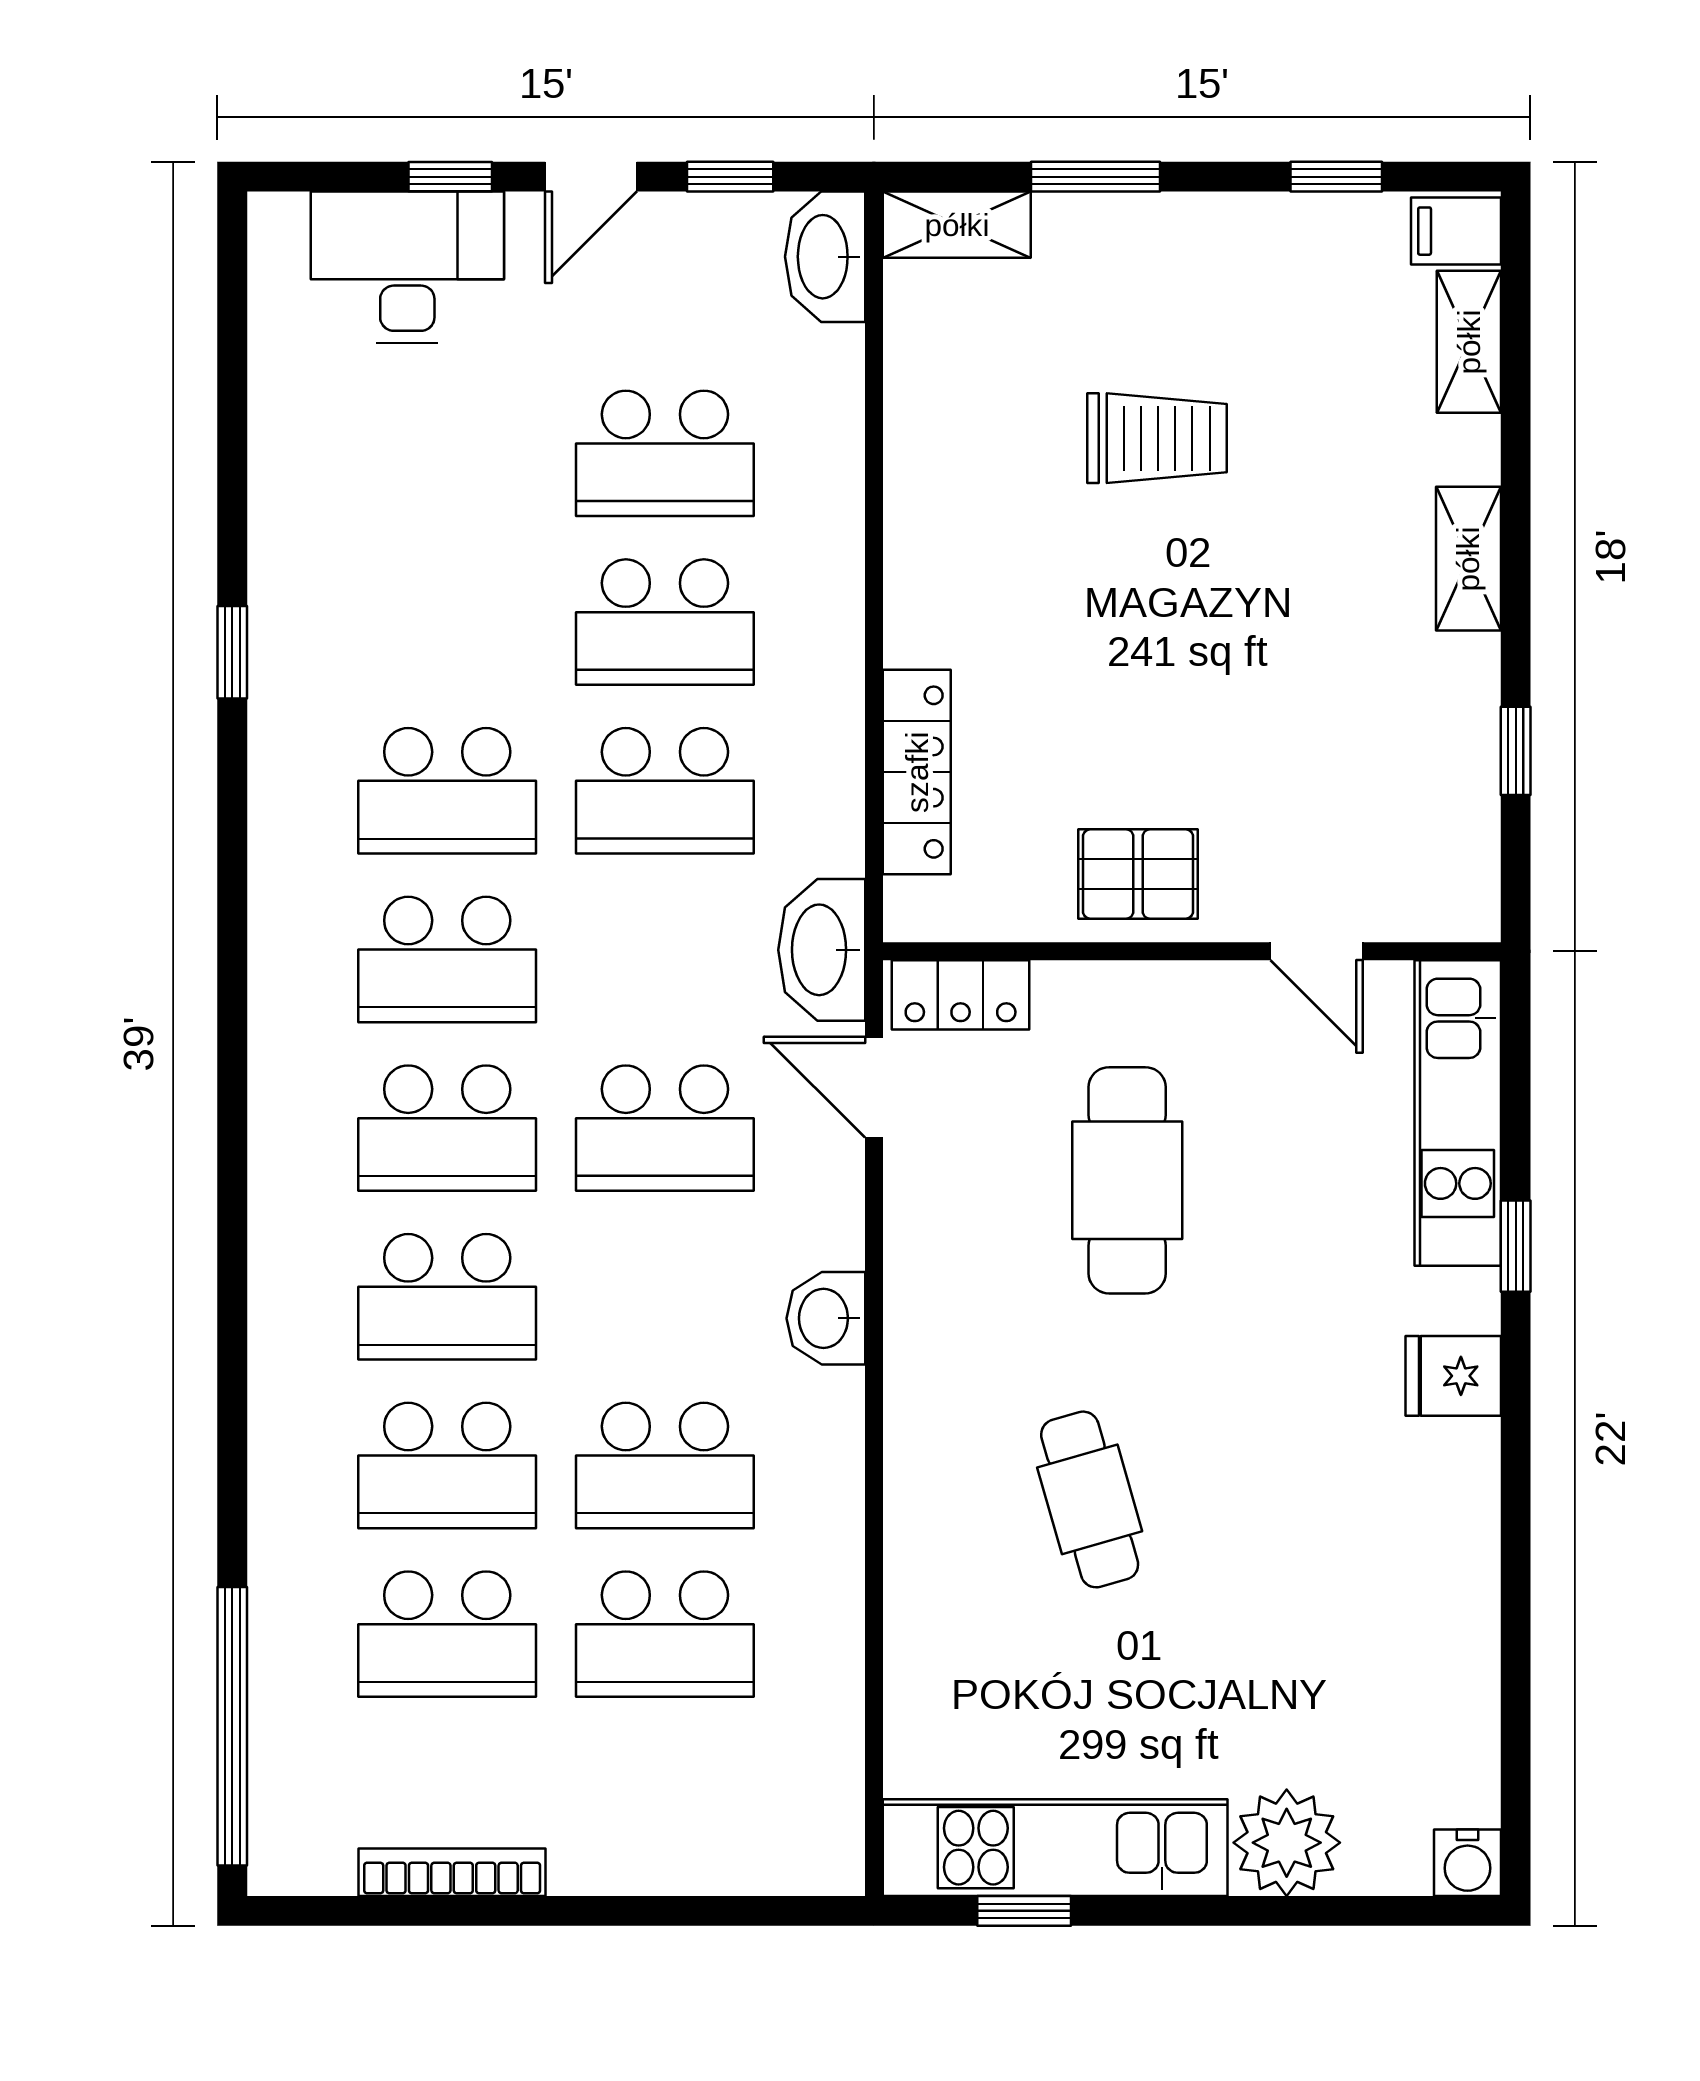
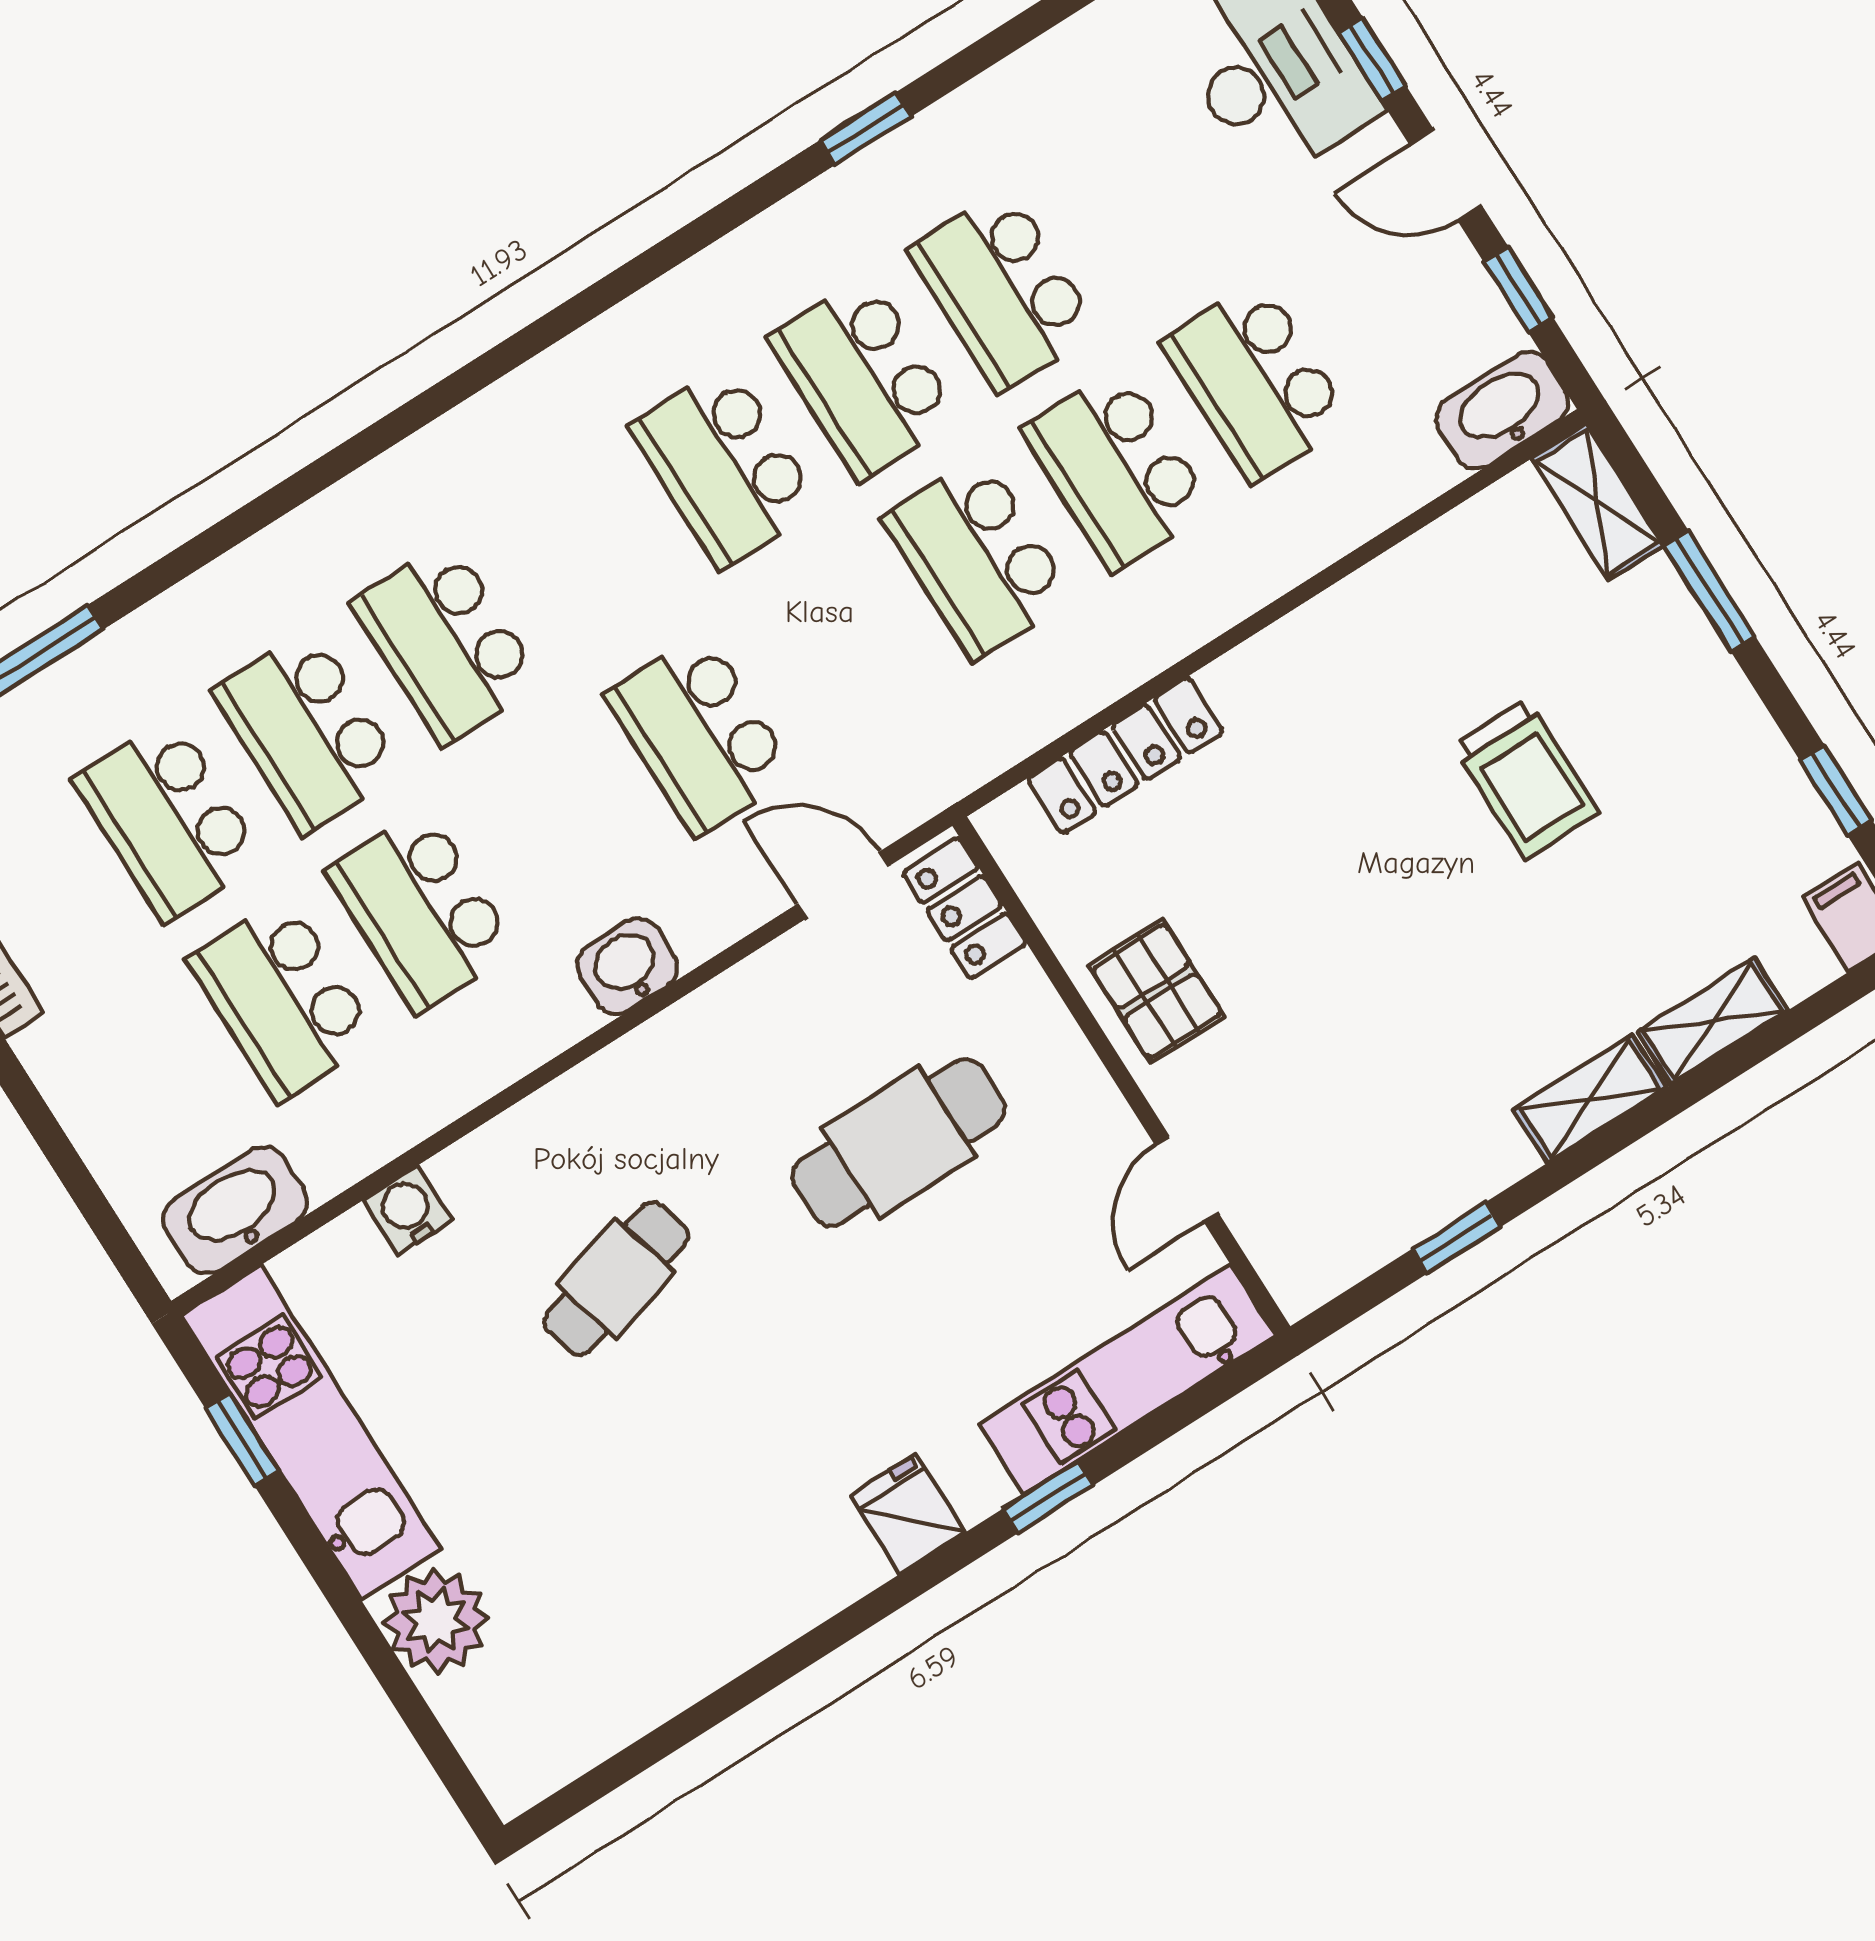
shelving: (1469, 342) -> (1713, 1021), moved
washbasin: (822, 950) -> (235, 1210), moved
door: (874, 1087) -> (843, 885), hinge flipped
school desk: (447, 1128) -> (1003, 290), moved
water cooler: (1468, 1863) -> (408, 1210), moved, turned 90

